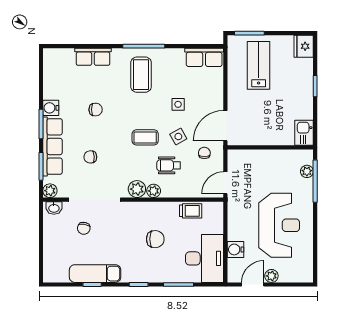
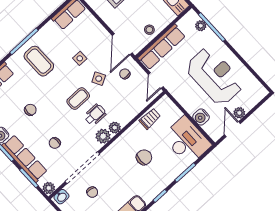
stool: (260, 135) -> (149, 30), added
row of seats: (257, 159) -> (162, 47), added
wheelchair: (169, 165) -> (95, 115), moved, turned 180

